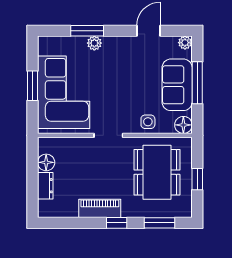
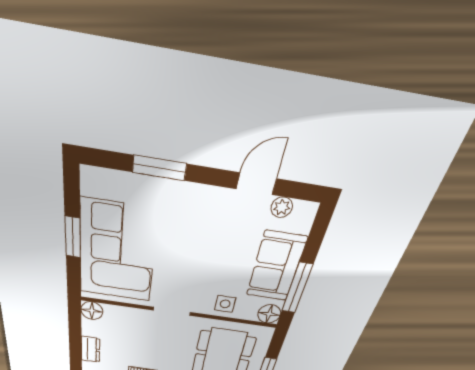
plant: (94, 43) -> (169, 190), removed
plant: (185, 43) -> (282, 207), moved
window: (197, 83) -> (297, 288), moved
floor lamp: (46, 162) -> (92, 311), moved

